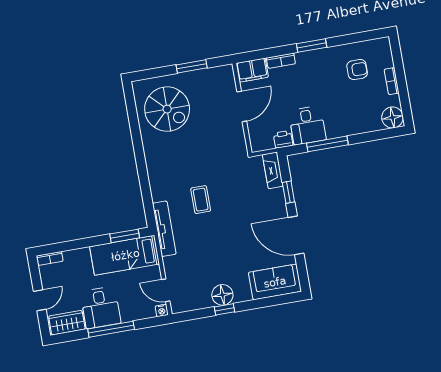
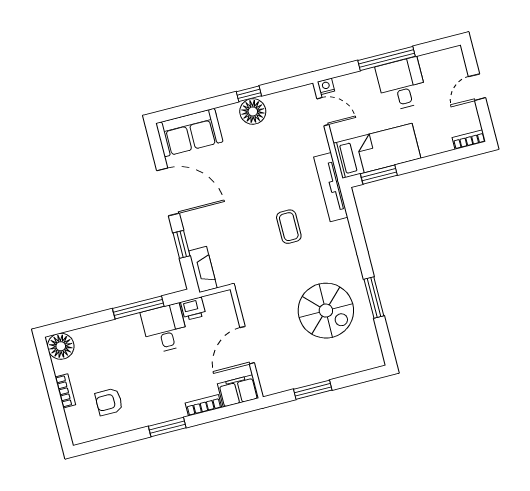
spiral stairs: (167, 109) -> (326, 311), moved, turned 180
window: (136, 137) -> (374, 297), added
wardrobe: (67, 323) -> (441, 62), removed

